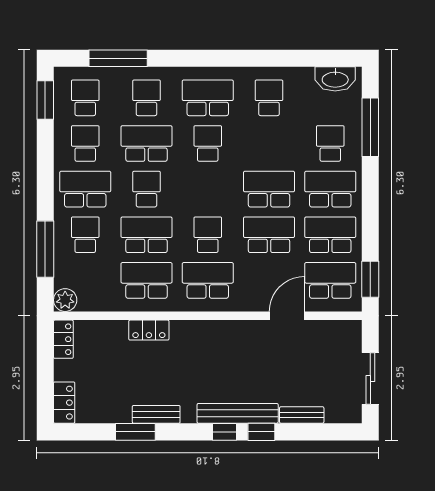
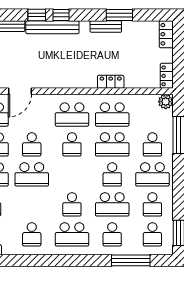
school desk: (269, 235) -> (32, 144), width x0.54

